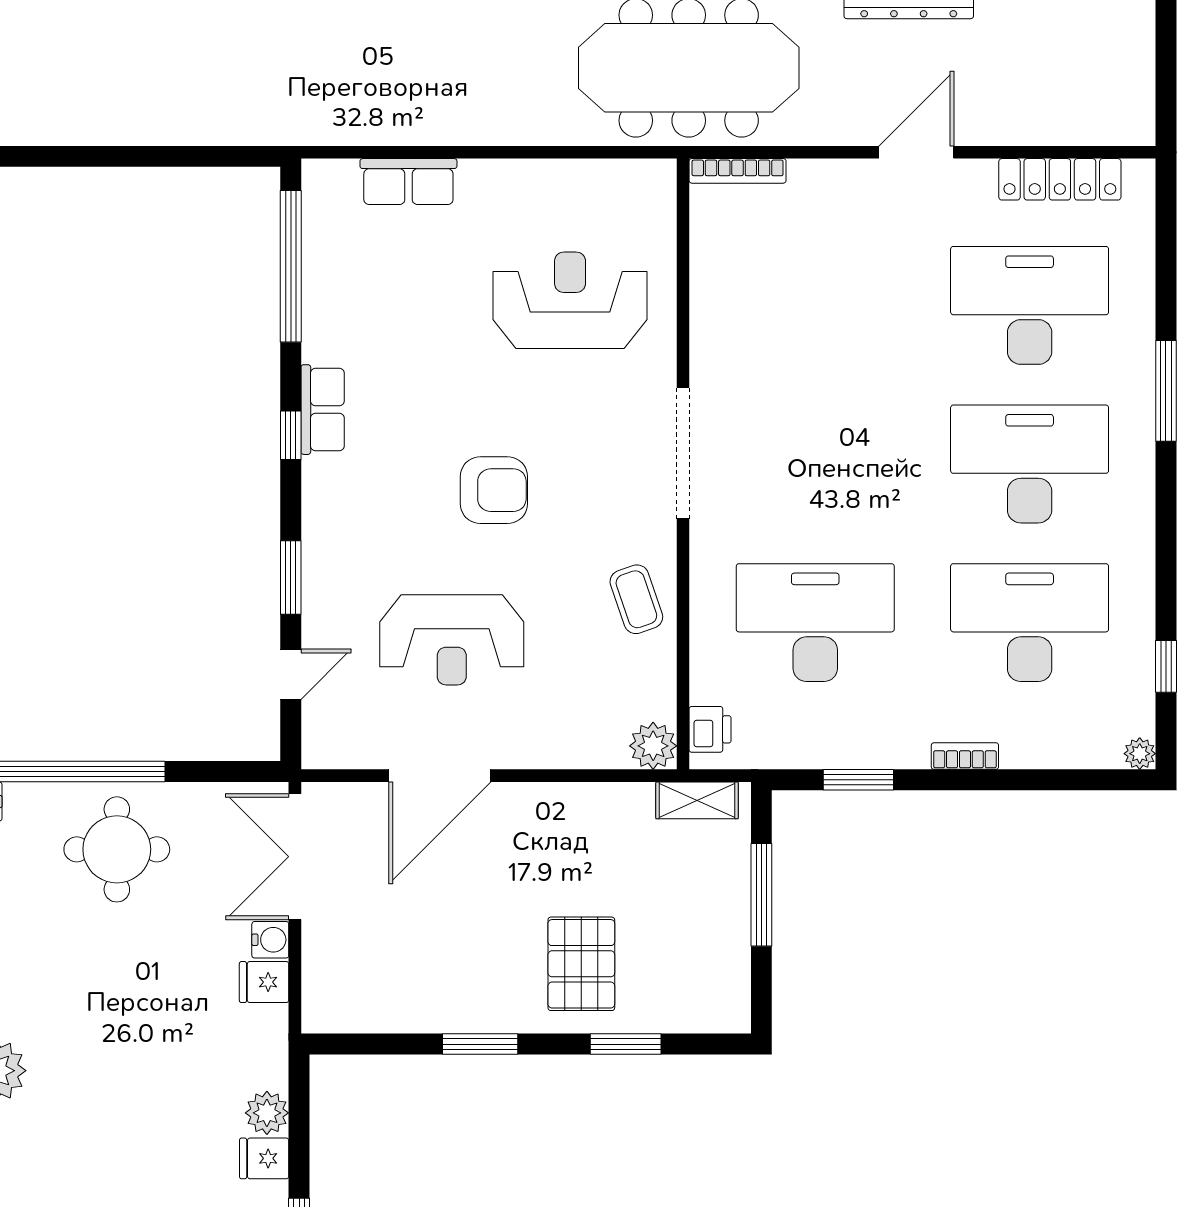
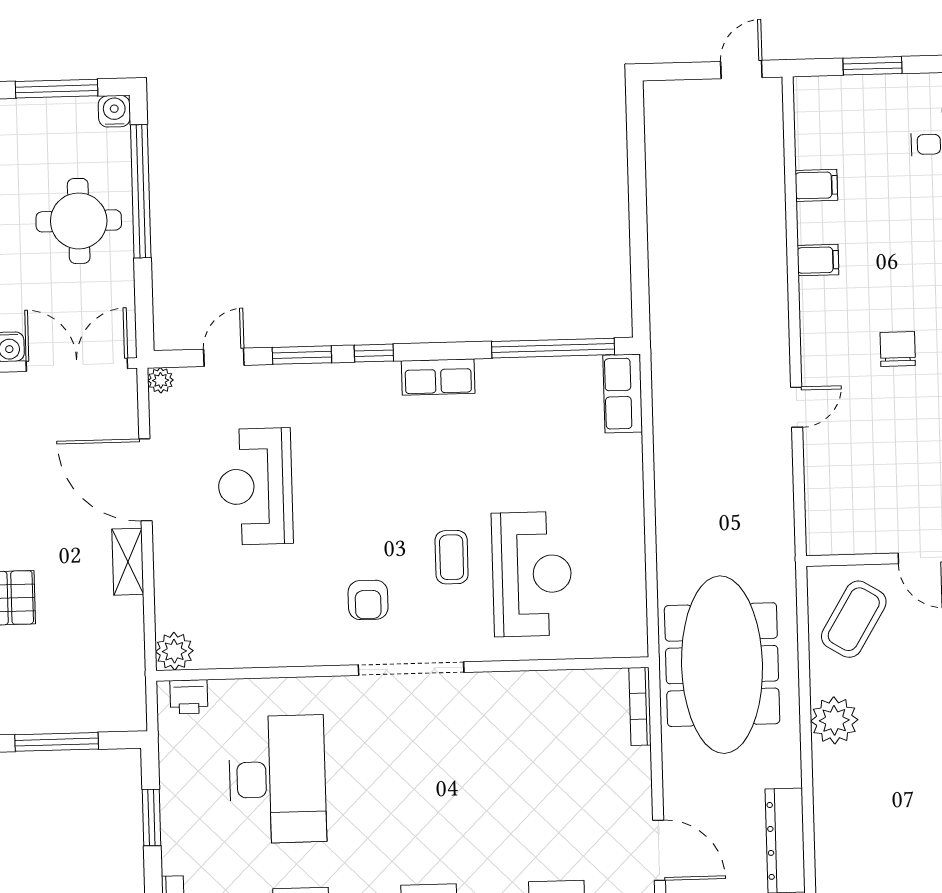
row of seats: (408, 182) -> (623, 394), moved
window: (291, 435) -> (374, 353), moved
armchair: (494, 490) -> (368, 600), moved, width x0.72, depth x0.72
coffee table: (636, 599) -> (452, 557), moved, turned -71
door: (291, 674) -> (224, 357), swing flipped
plant: (317, 754) -> (161, 380), added
shelving: (697, 800) -> (128, 562), moved

